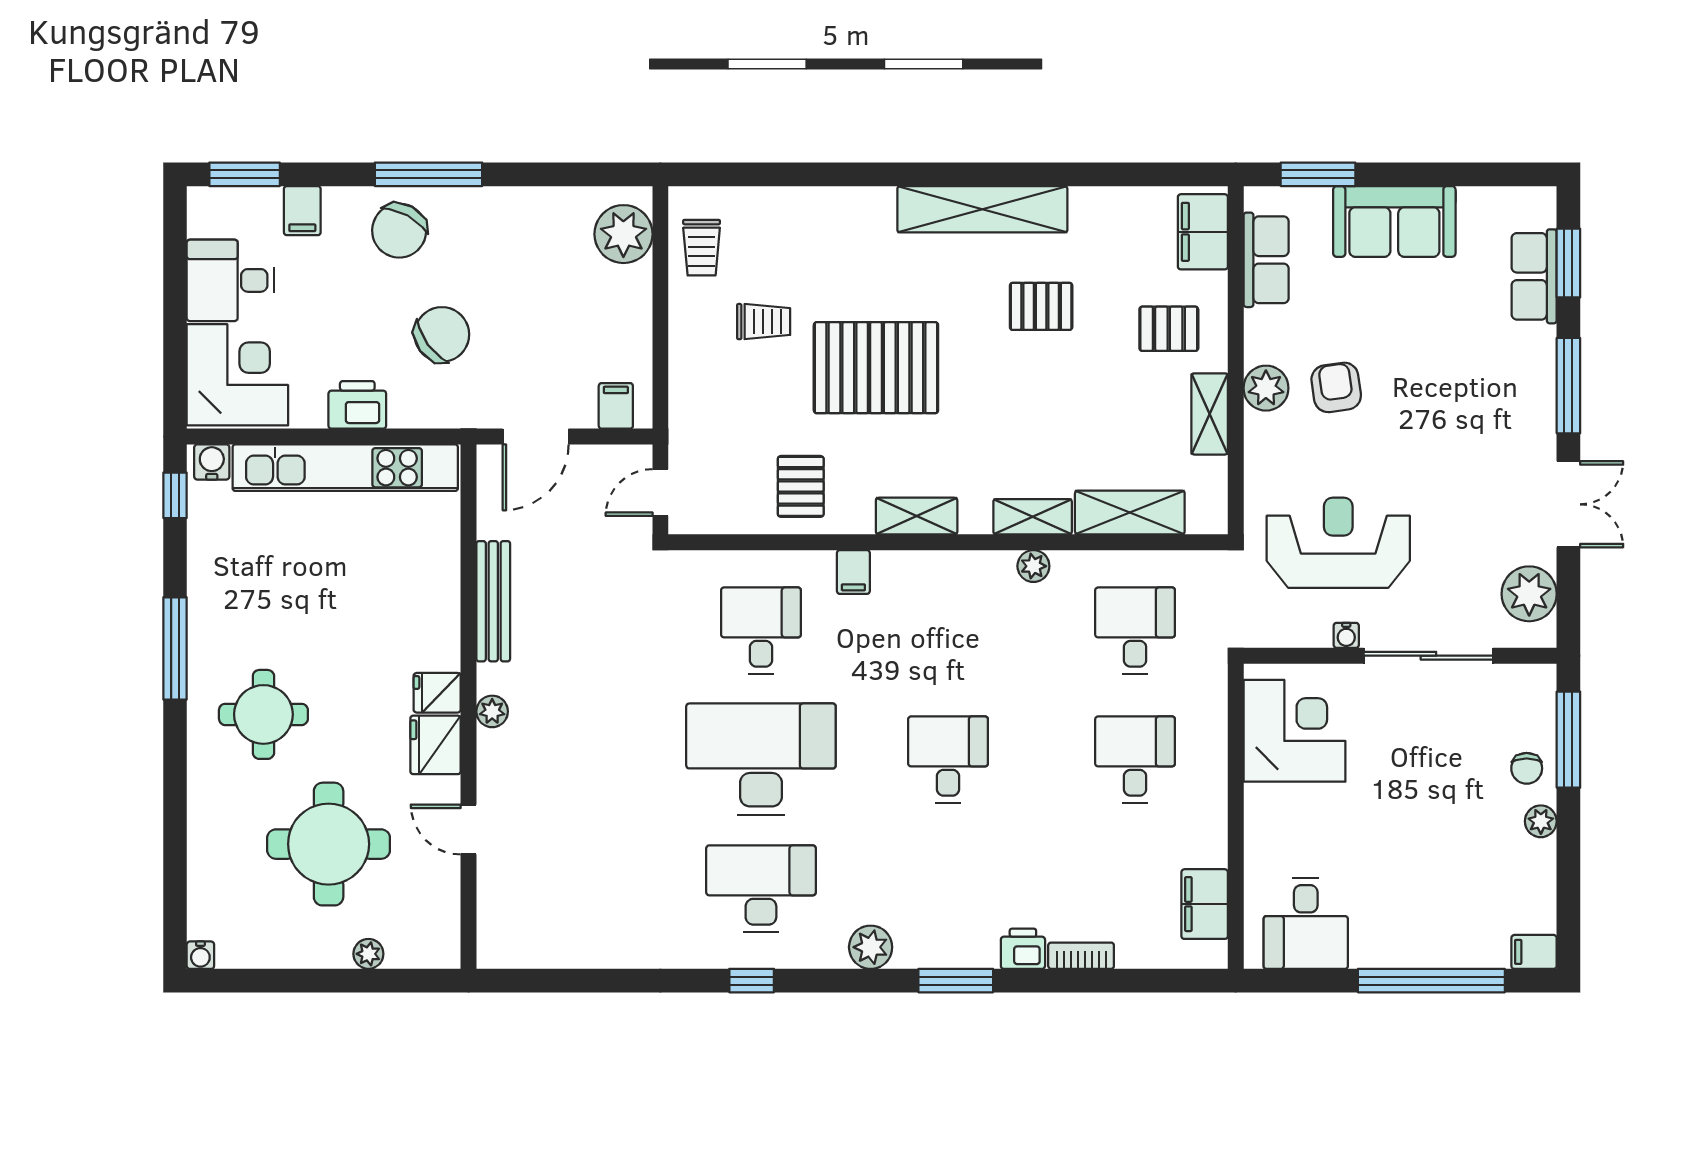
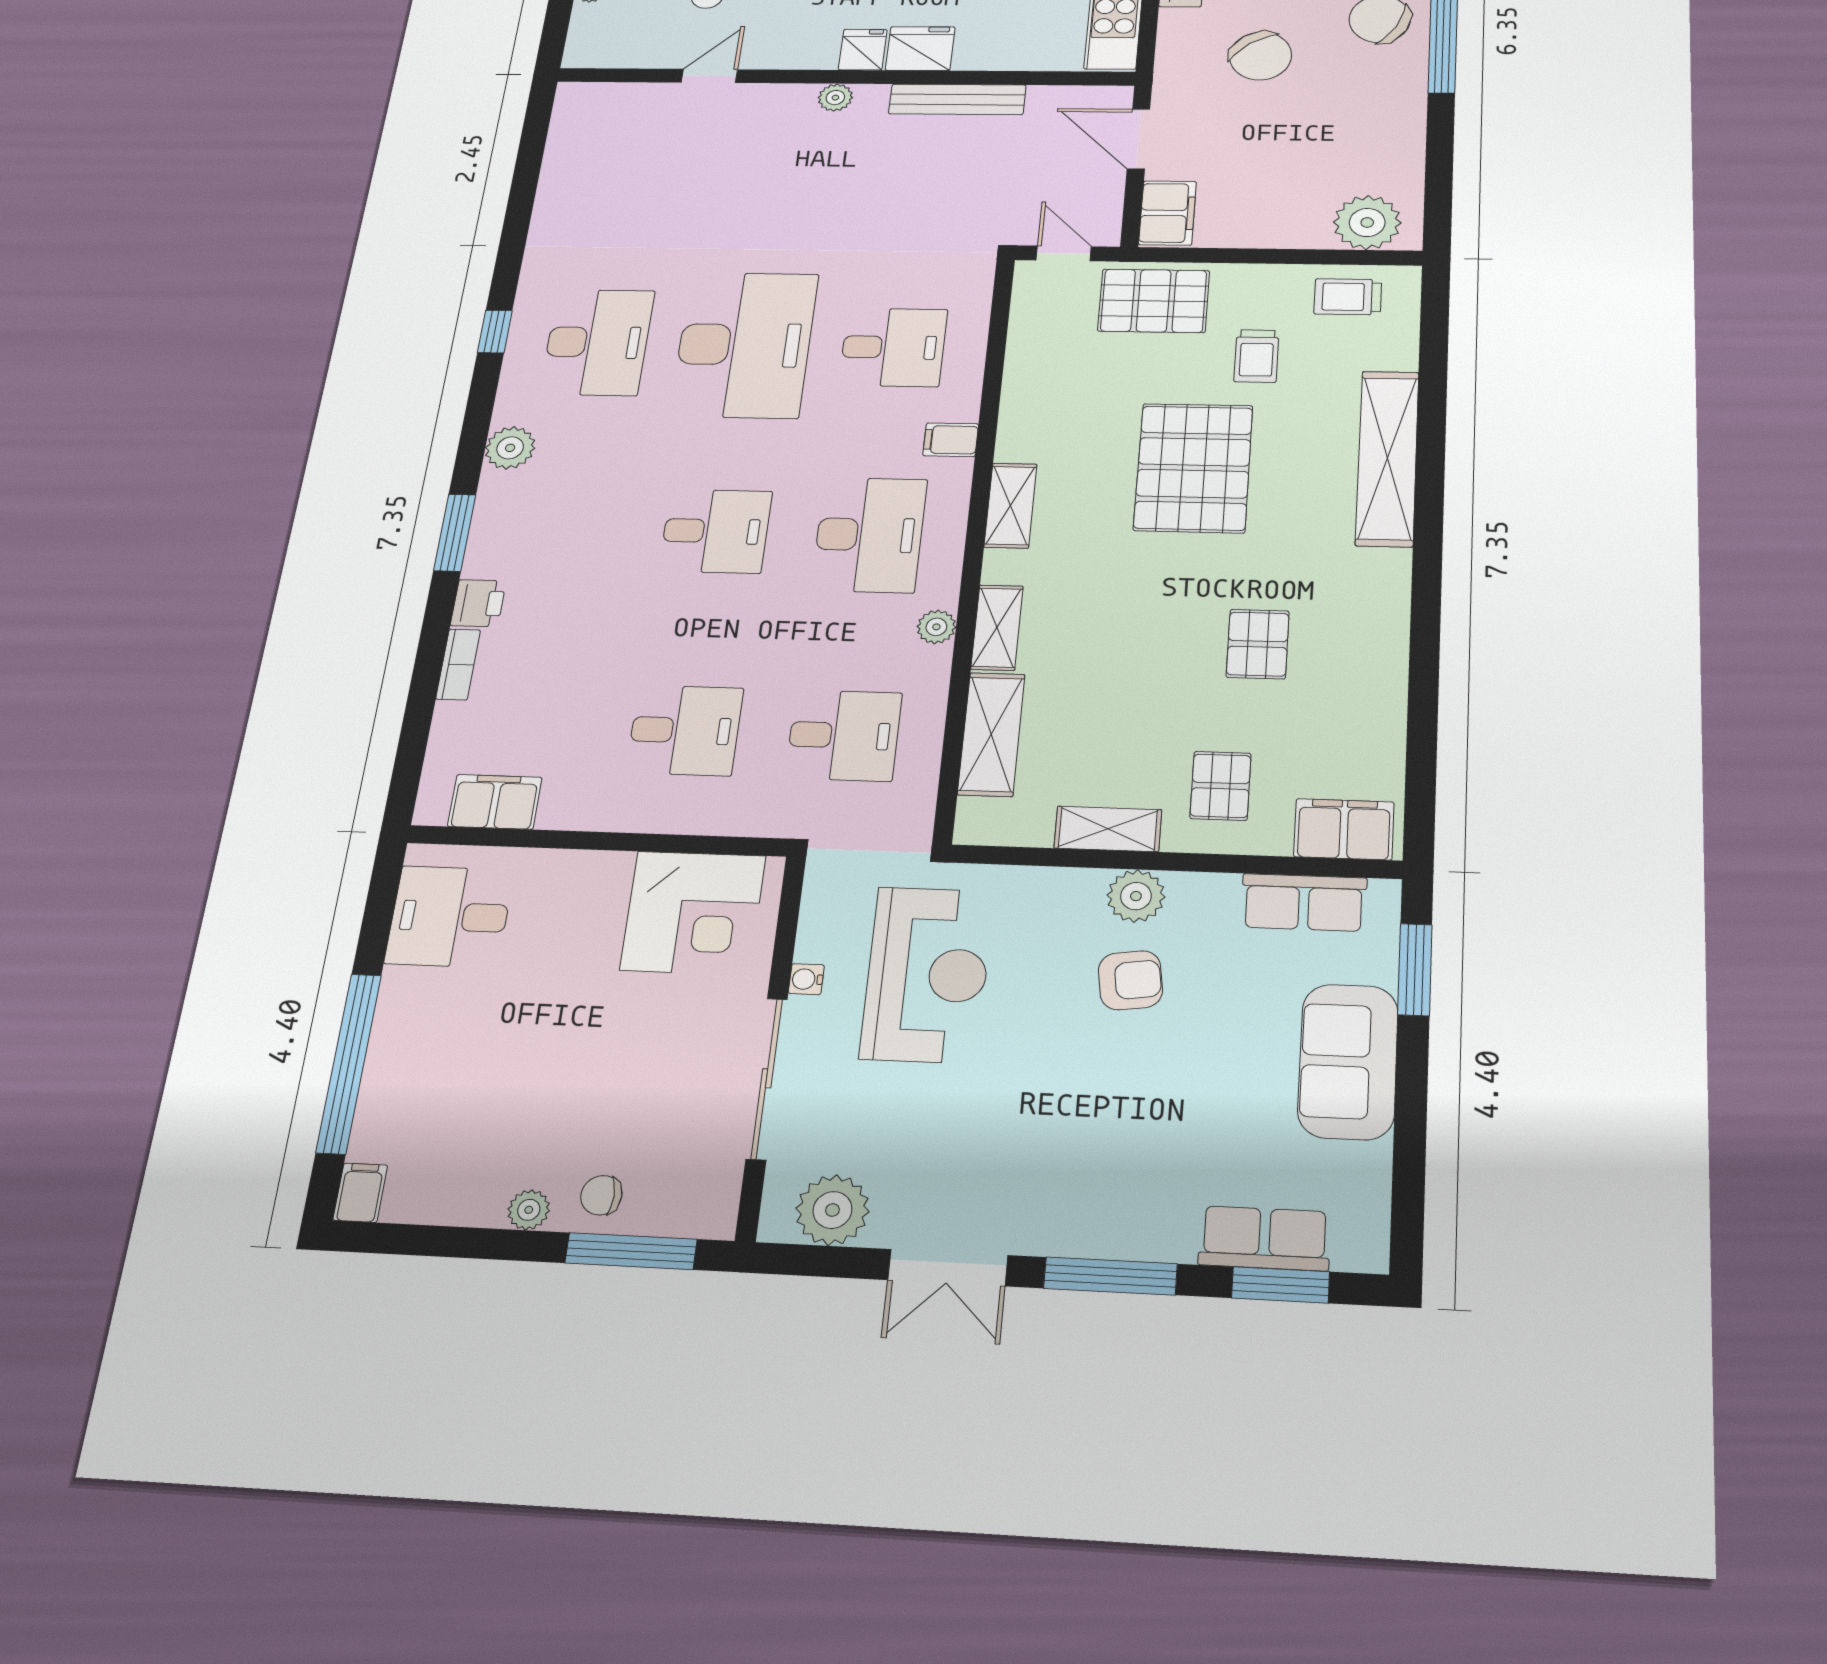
shelving: (982, 209) -> (1387, 458), moved
filing cabinet: (616, 406) -> (1168, 213), width x2.00
pallet: (801, 486) -> (1154, 301), moved, width x1.50, depth x1.42
desk: (948, 630) -> (869, 535), added
fridge: (436, 745) -> (920, 49), moved

